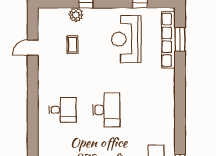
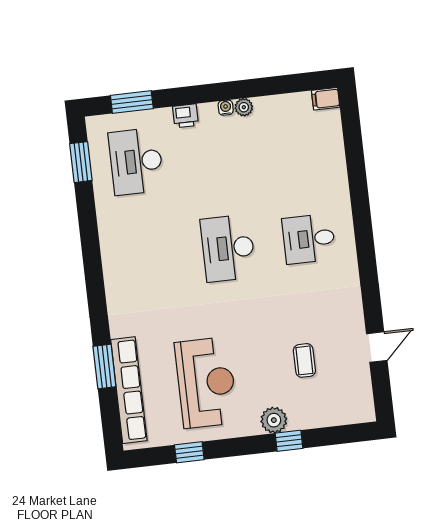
plant: (76, 15) -> (274, 420), moved
window: (180, 39) -> (104, 366), moved

